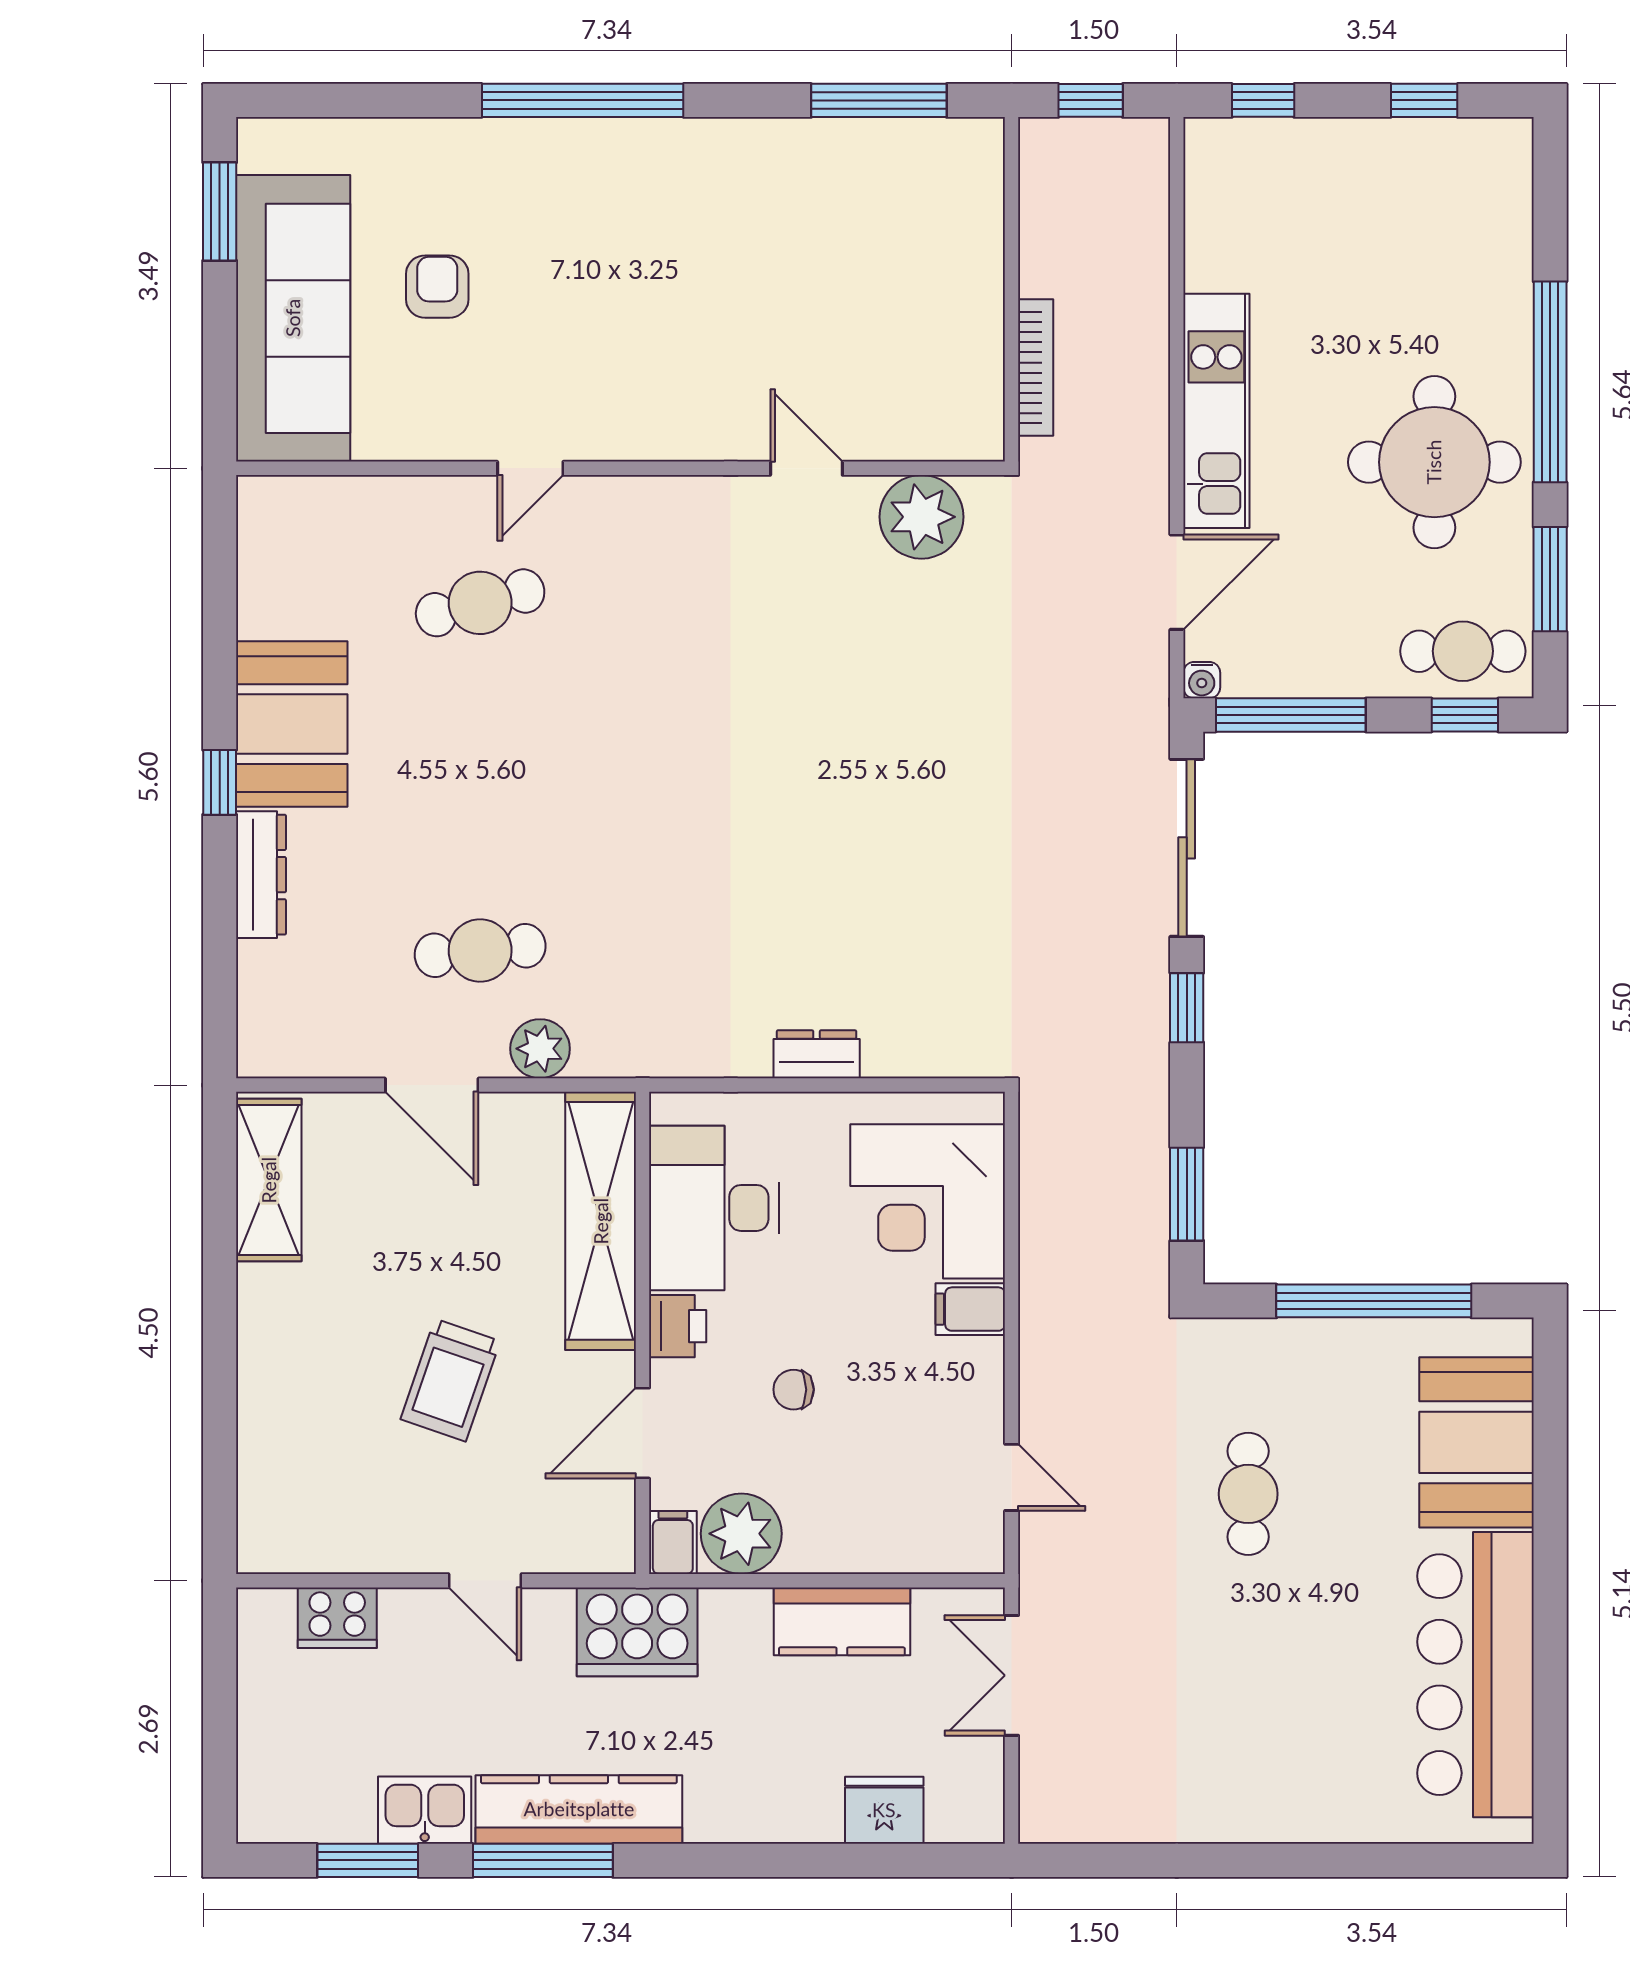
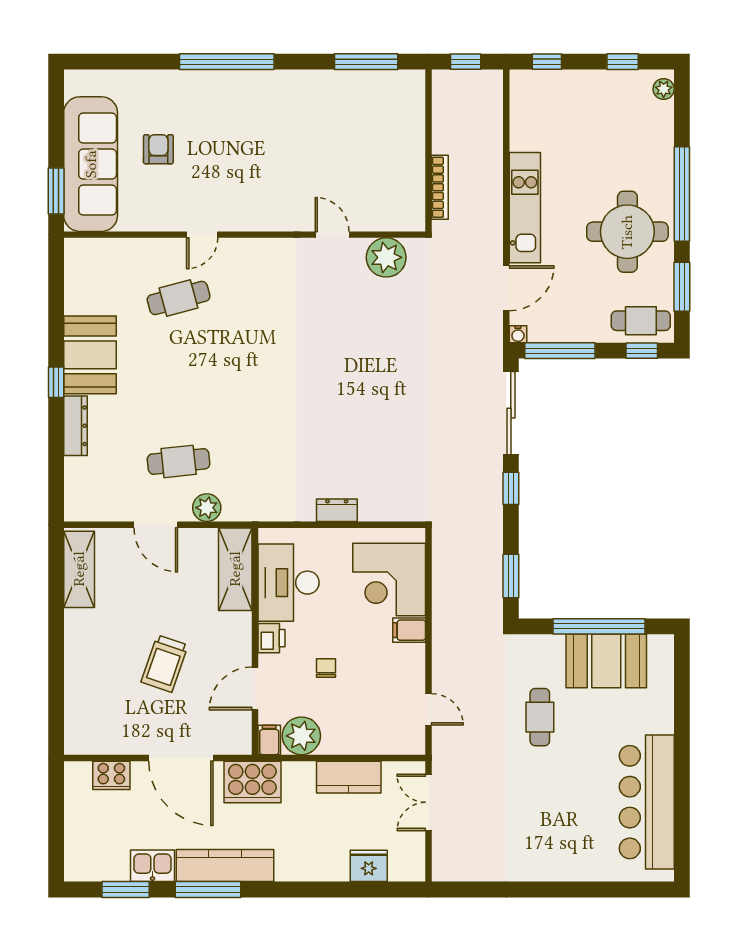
plant: (1511, 159) -> (664, 89), added
window: (220, 212) -> (56, 191), moved
shelving: (601, 1221) -> (235, 569), width x0.68
chair: (794, 1390) -> (326, 668), turned 90
booth: (1476, 1442) -> (606, 661), moved, turned 90
door: (485, 1581) -> (181, 758), width x1.88

